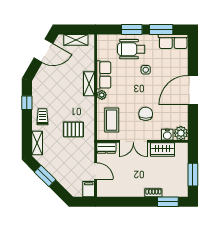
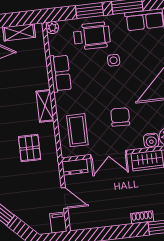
wheelchair: (131, 49) -> (92, 36), turned 180
shelving: (89, 84) -> (45, 106), moved
plant: (102, 95) -> (52, 28), moved
pallet: (73, 130) -> (30, 148), turned 90

